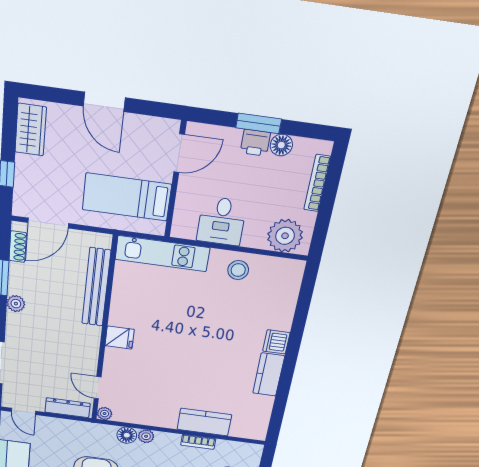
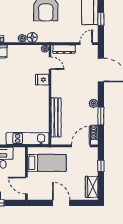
door: (179, 153) -> (26, 186), hinge flipped
fridge: (120, 338) -> (42, 80), moved
door: (23, 411) -> (86, 44), hinge flipped

